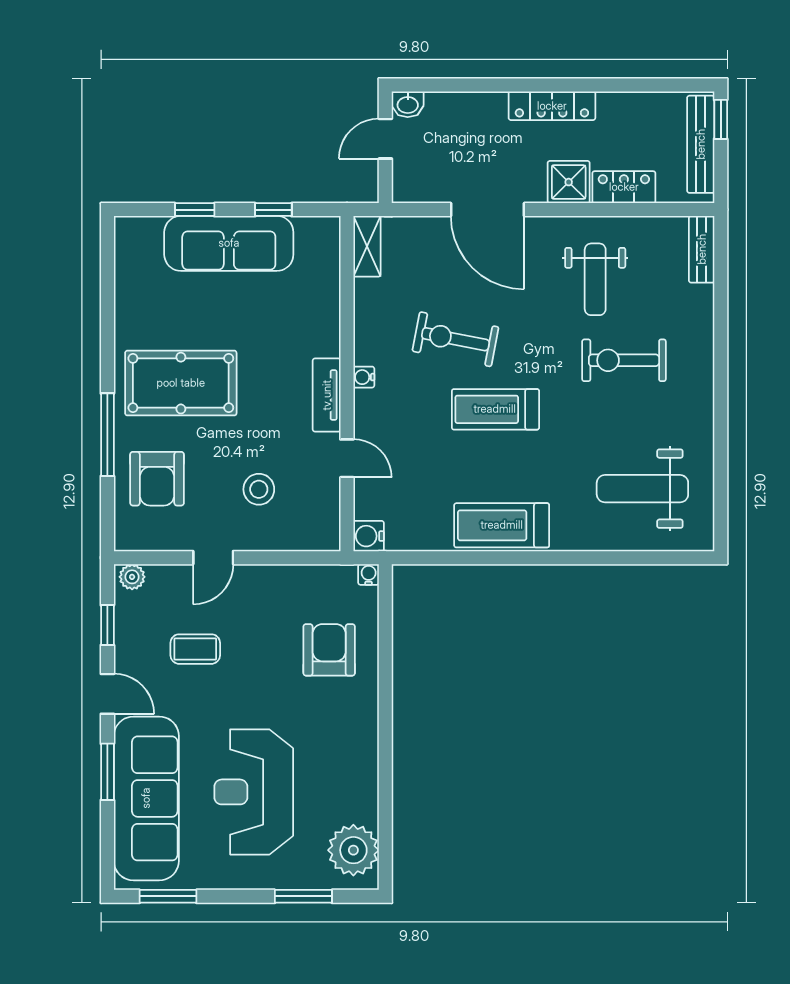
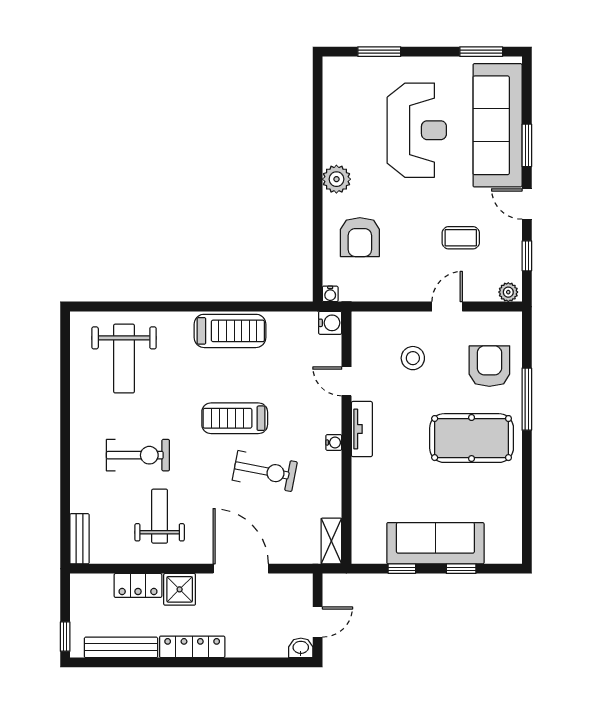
bench: (701, 144) -> (121, 647), moved, turned 90
treadmill: (495, 409) -> (235, 418), turned 180
weight bench: (642, 489) -> (124, 359), turned 90
plant: (353, 850) -> (336, 179), moved, width x0.73, depth x0.73

